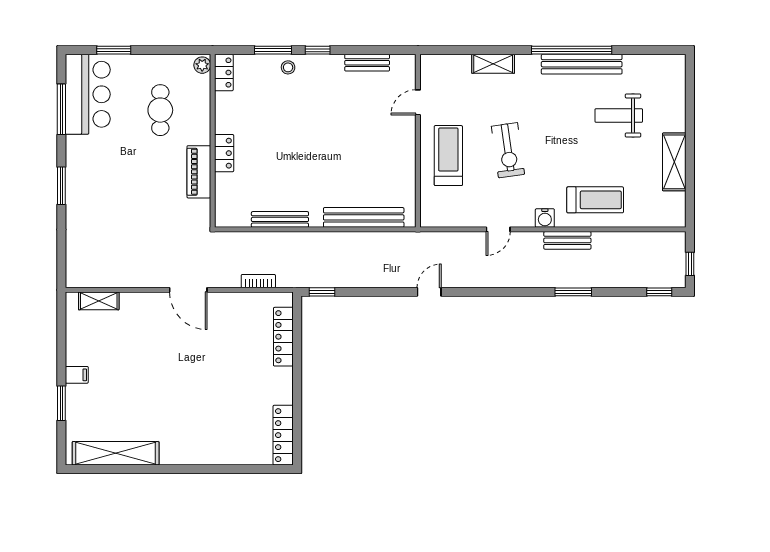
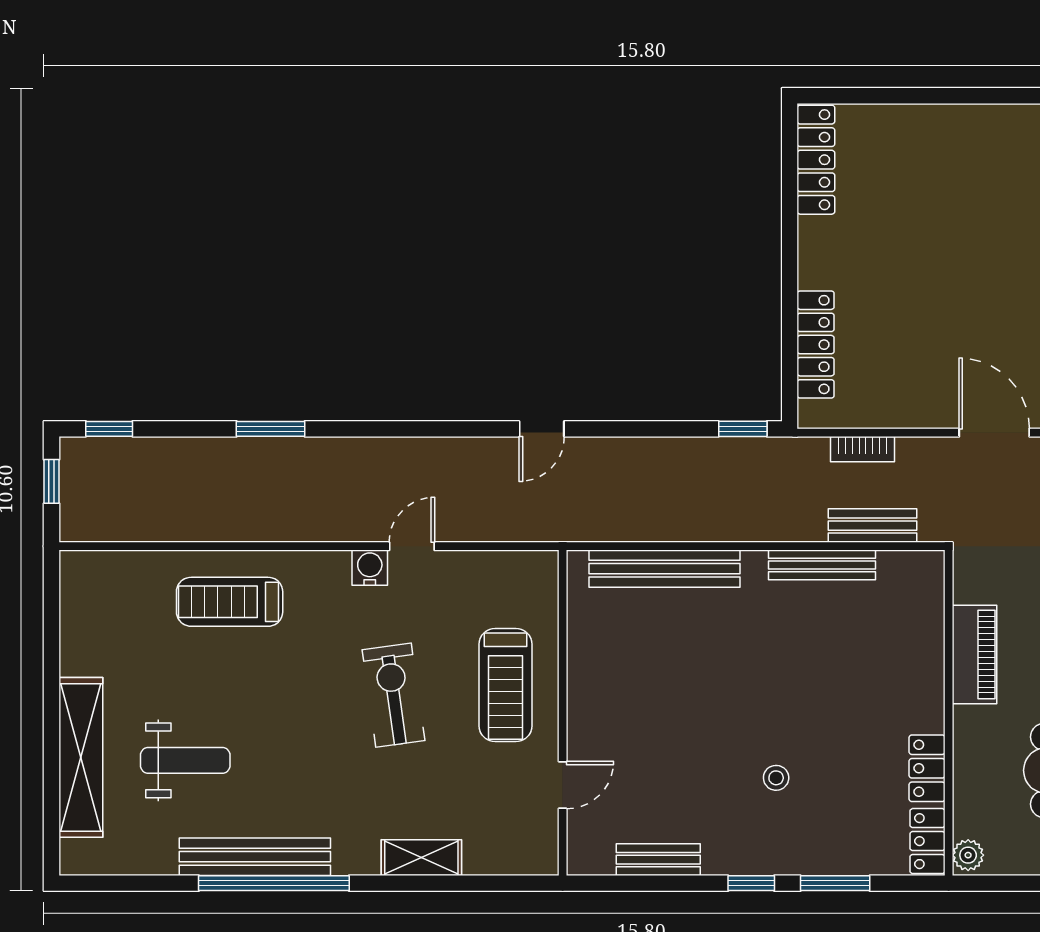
stool: (288, 67) -> (776, 778), moved
locker: (224, 153) -> (927, 768), moved
shelving: (674, 162) -> (81, 757), moved, width x1.47
water cooler: (545, 218) -> (370, 568), moved
bench: (567, 240) -> (872, 526), moved

